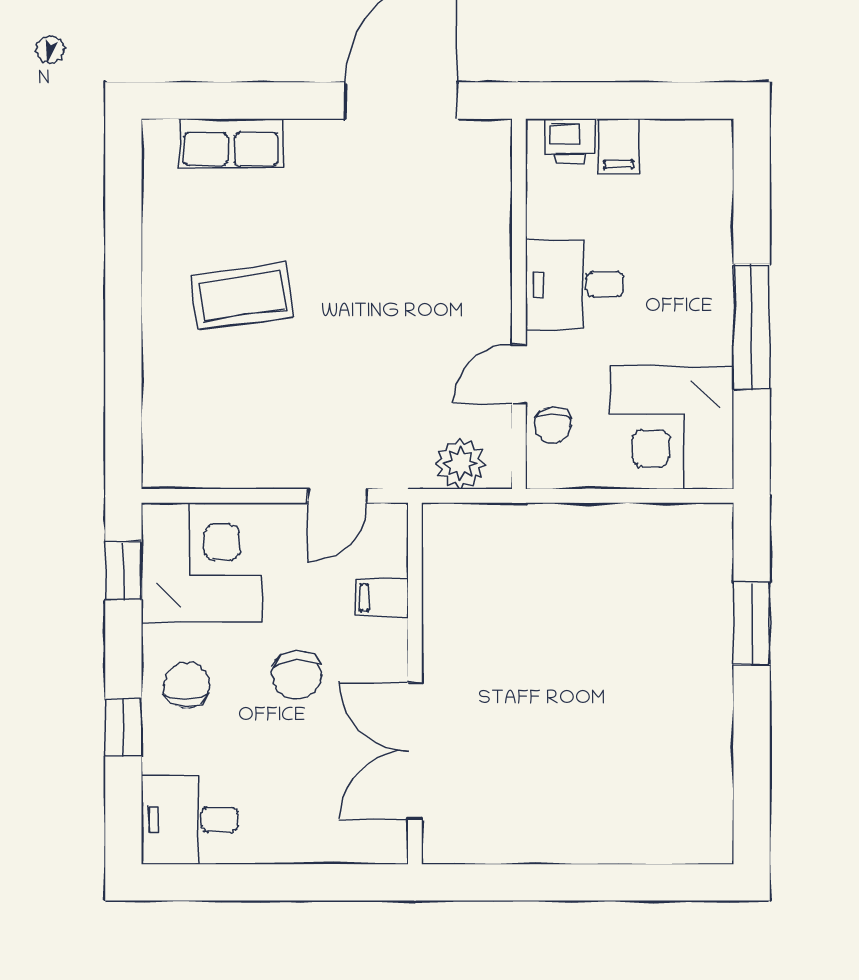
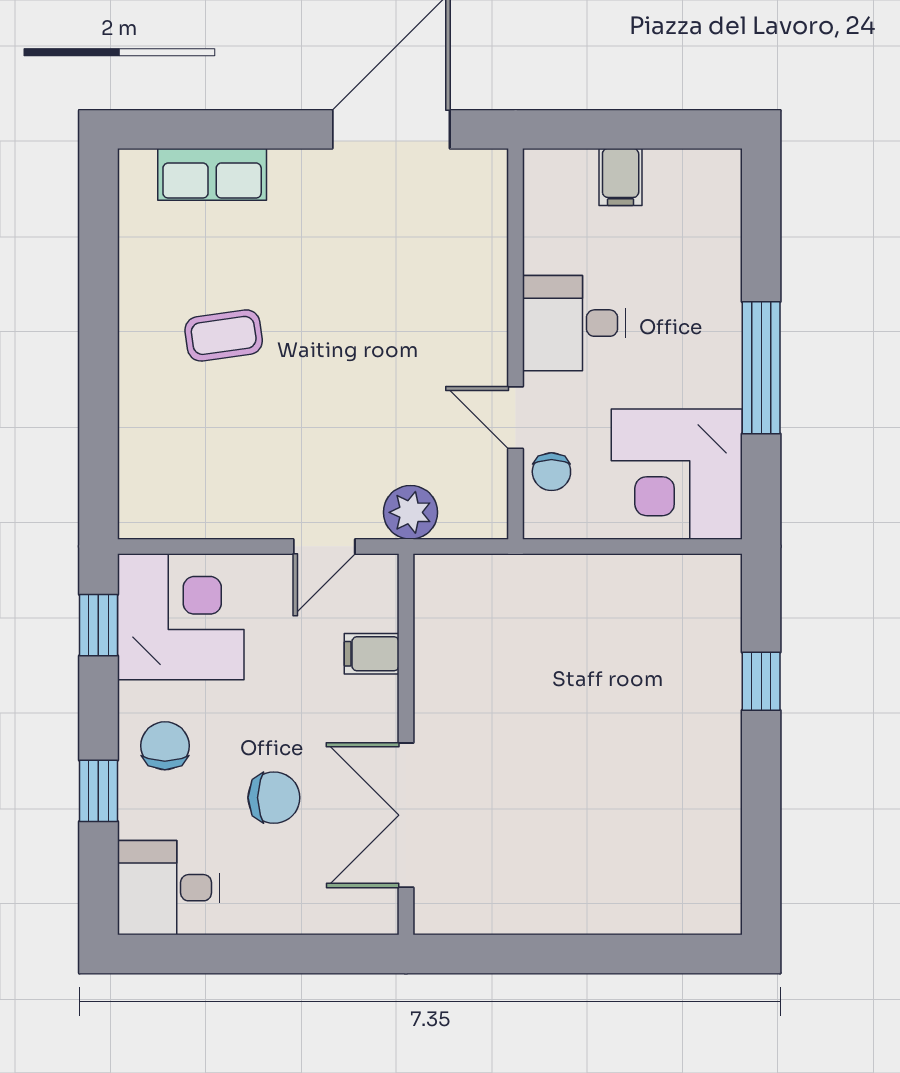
printer: (570, 141) -> (569, 172), removed
coffee table: (242, 296) -> (224, 335), width x0.73, depth x0.77
door: (519, 374) -> (516, 418), hinge flipped
plant: (460, 464) -> (411, 512), moved
window: (752, 624) -> (761, 681), width x0.67
chair: (297, 675) -> (274, 798), moved, turned -90

